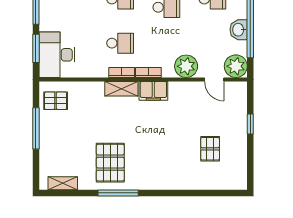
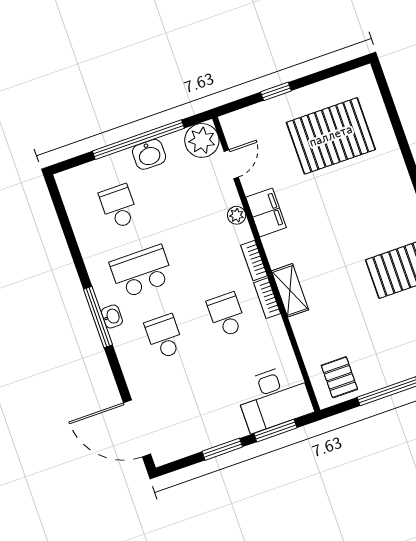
plant: (186, 66) -> (237, 215), width x0.53, depth x0.53
filing cabinet: (153, 91) -> (266, 212), moved
pallet: (210, 149) -> (331, 136), width x2.05, depth x2.00

